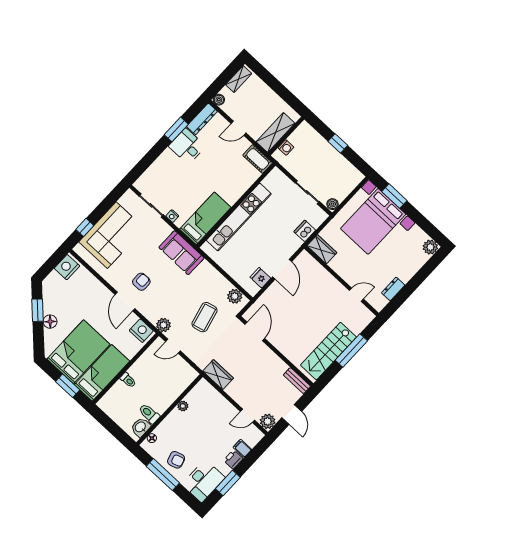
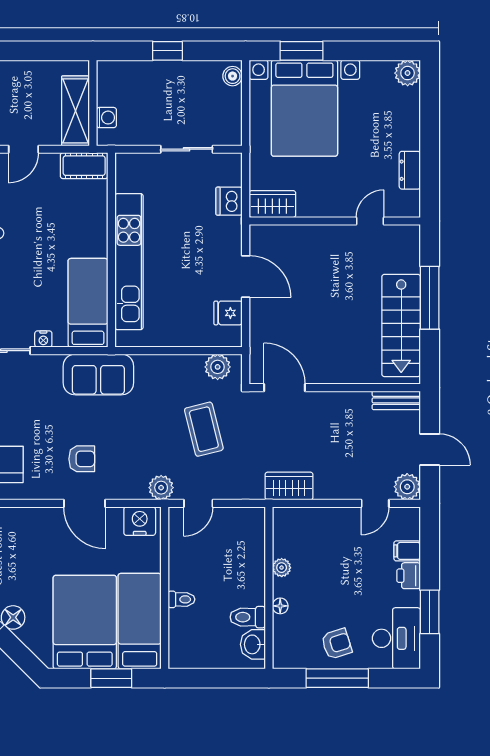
boiler: (333, 204) -> (233, 76), moved
armchair: (141, 282) -> (82, 459), turned 90
floor lamp: (152, 438) -> (280, 606), moved

